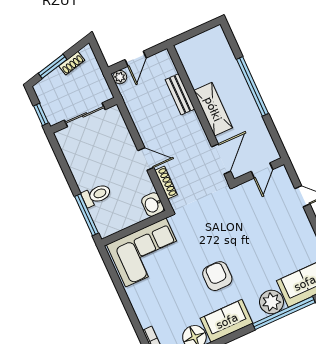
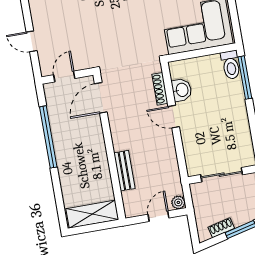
window: (252, 86) -> (48, 137), moved
shelving: (213, 109) -> (92, 214), moved, turned 90
toilet: (96, 195) -> (231, 65), moved, turned -90
washbasin: (153, 205) -> (182, 90), moved

